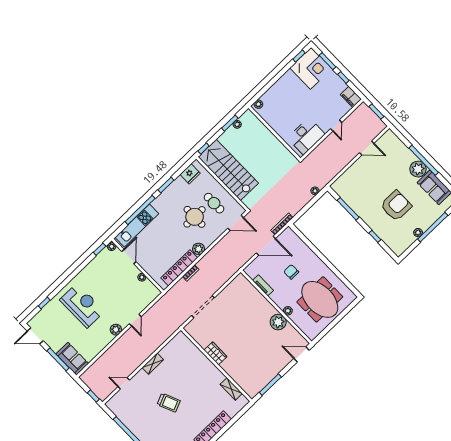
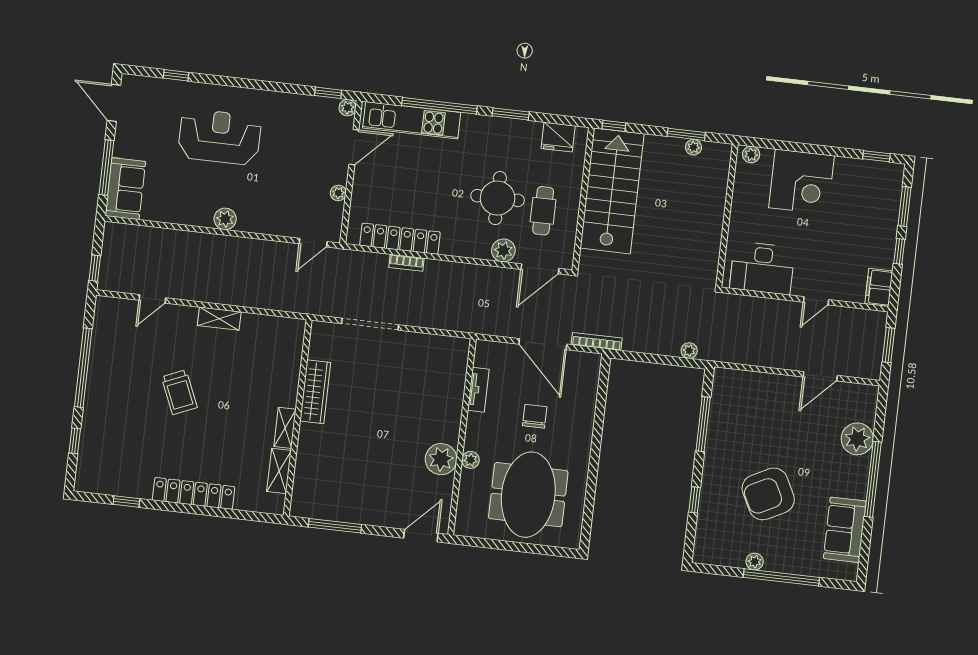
corner desk: (311, 68) -> (801, 182), moved
door: (367, 148) -> (820, 376), hinge flipped
plant: (418, 169) -> (857, 439), moved
armchair: (396, 206) -> (768, 494), turned 153
door: (236, 223) -> (540, 269), hinge flipped
plant: (199, 249) -> (503, 250), moved
reception desk: (82, 306) -> (220, 137), turned -90
door: (135, 320) -> (313, 243), moved
wardrobe: (215, 353) -> (315, 392), width x1.50
door: (302, 354) -> (421, 536), hinge flipped
shelving: (216, 373) -> (285, 428), added
door: (124, 383) -> (152, 299), swing flipped

